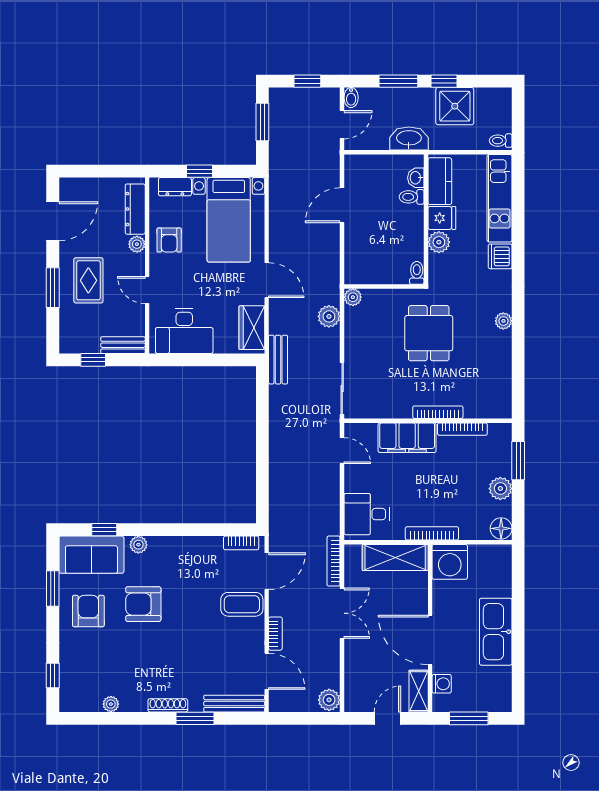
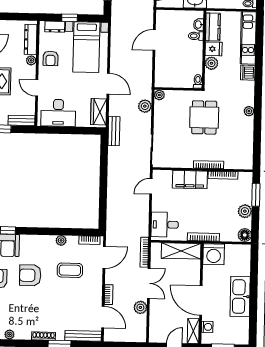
door: (342, 451) -> (151, 186), swing flipped
plant: (138, 545) -> (61, 240), moved
coffee table: (242, 604) -> (70, 270), moved
plant: (329, 700) -> (140, 307), moved

